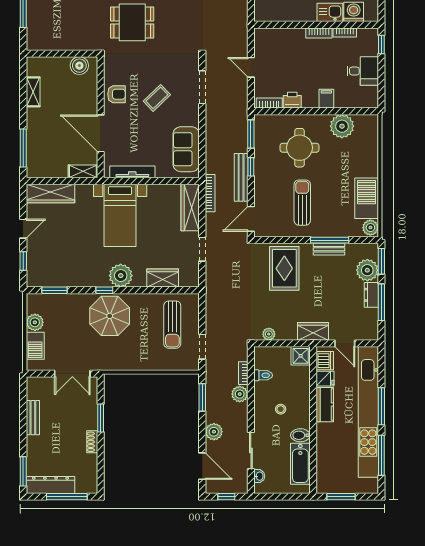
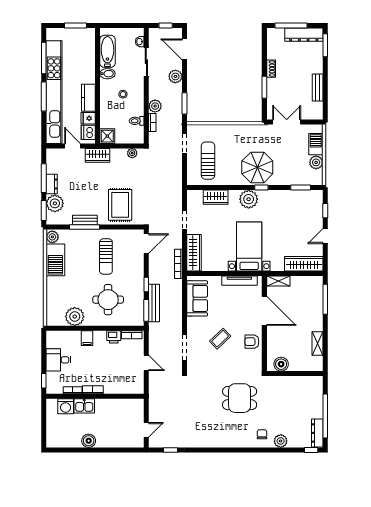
bench: (241, 177) -> (154, 303), moved

